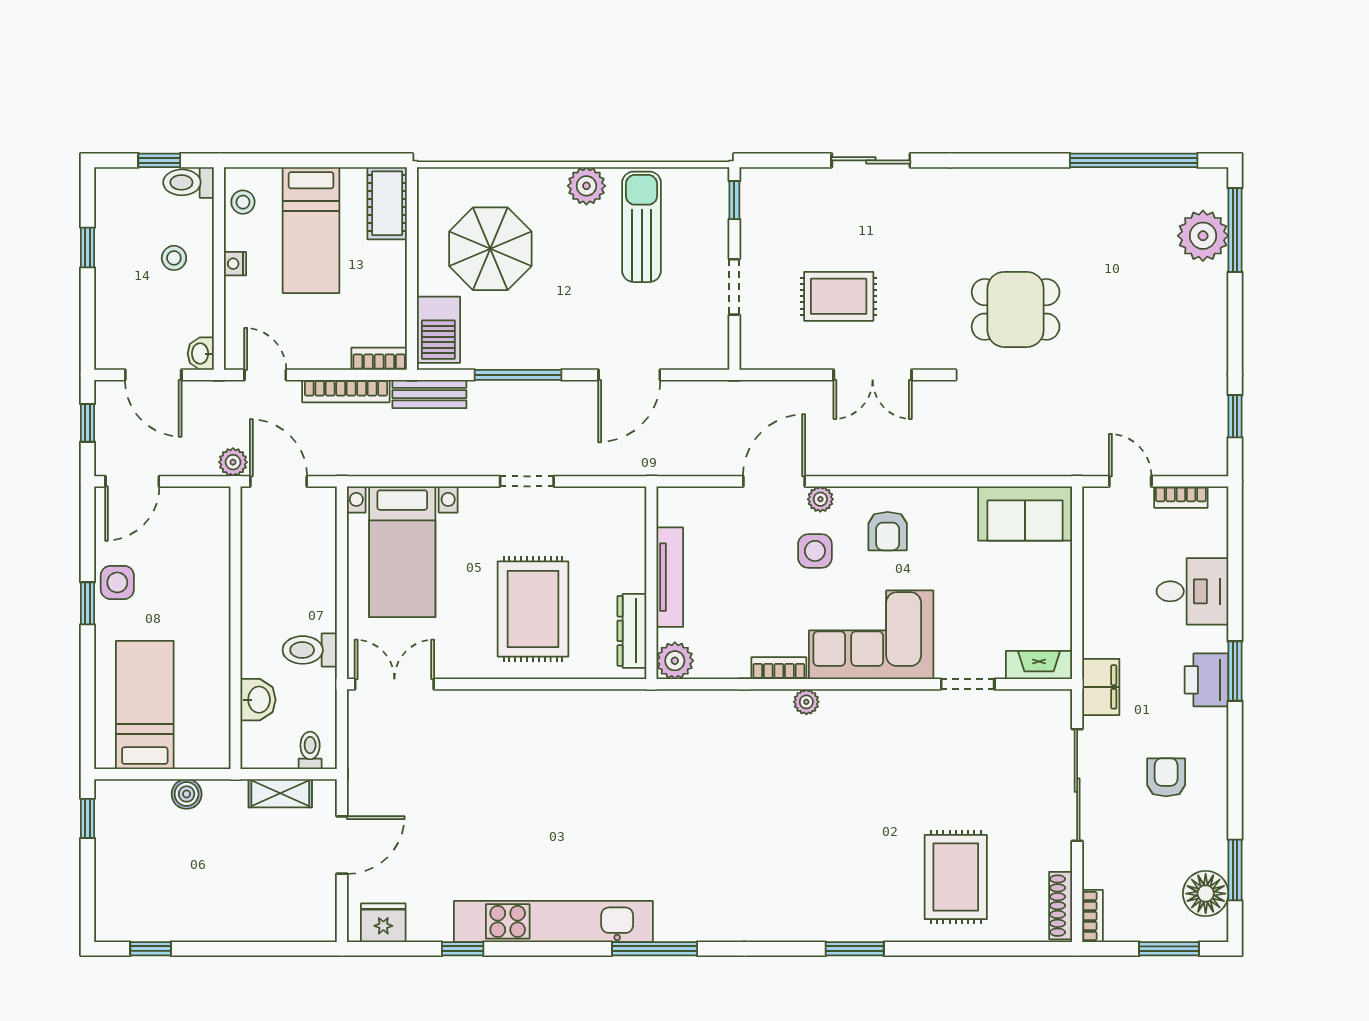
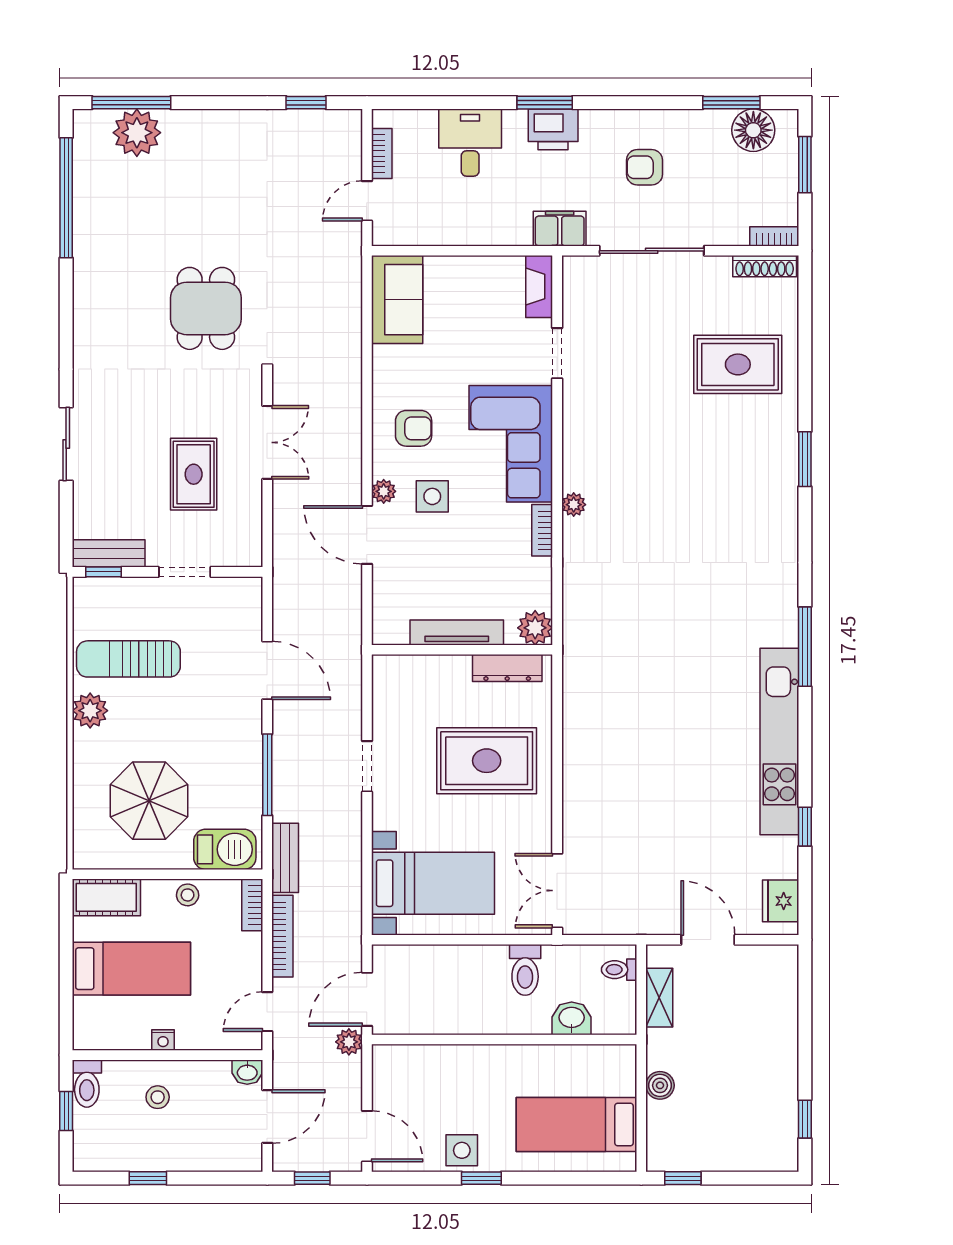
stool: (243, 202) -> (188, 895), moved
bench: (754, 206) -> (109, 553), added

